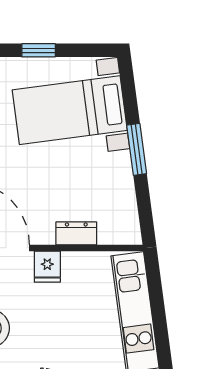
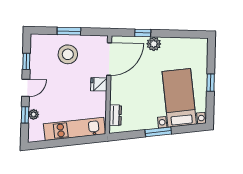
dresser: (76, 233) -> (115, 115), moved

